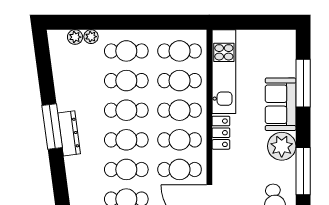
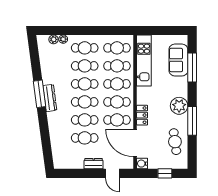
sofa: (281, 104) -> (178, 60), moved
locker: (221, 133) -> (142, 115), moved

